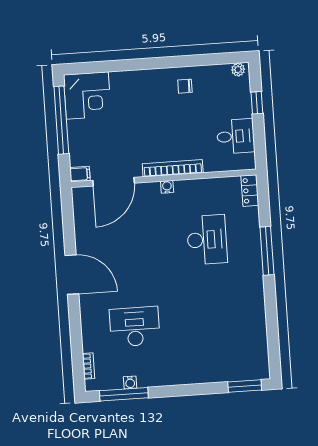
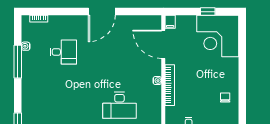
corner desk: (87, 96) -> (218, 36), width x1.36, depth x1.36
window: (61, 120) -> (208, 12), width x0.32
desk: (135, 327) -> (63, 52), width x0.73
window: (124, 394) -> (18, 62), moved

